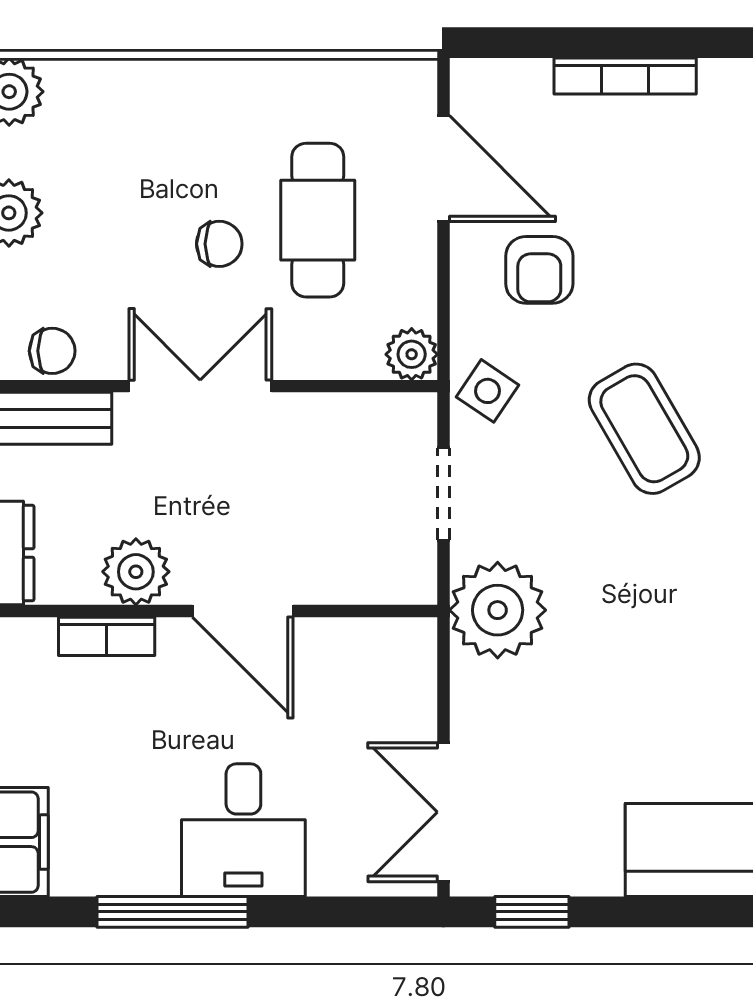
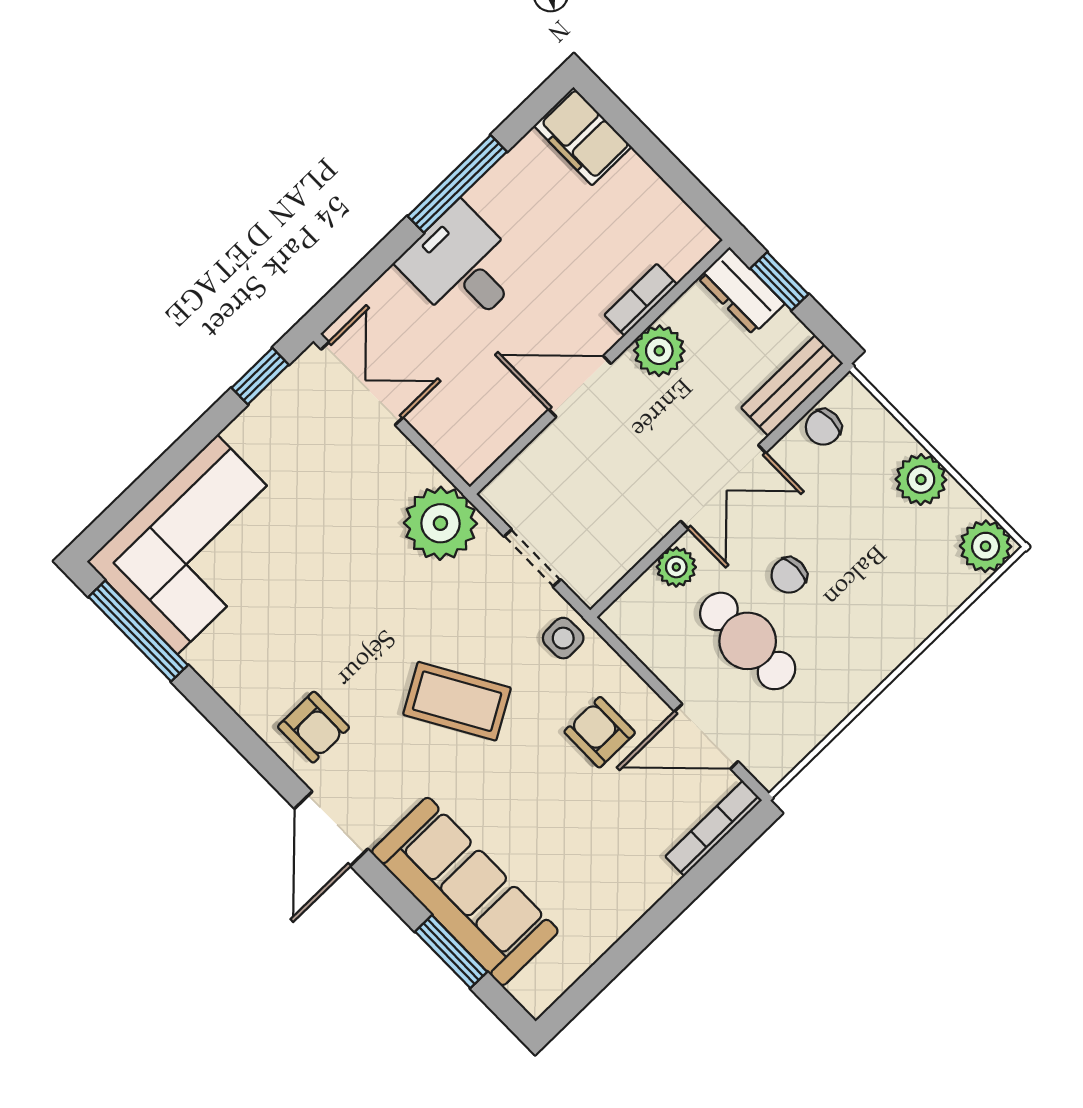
bookcase: (625, 76) -> (714, 828), moved
plant: (412, 354) -> (676, 567), moved
side table: (488, 391) -> (563, 638), turned -35

